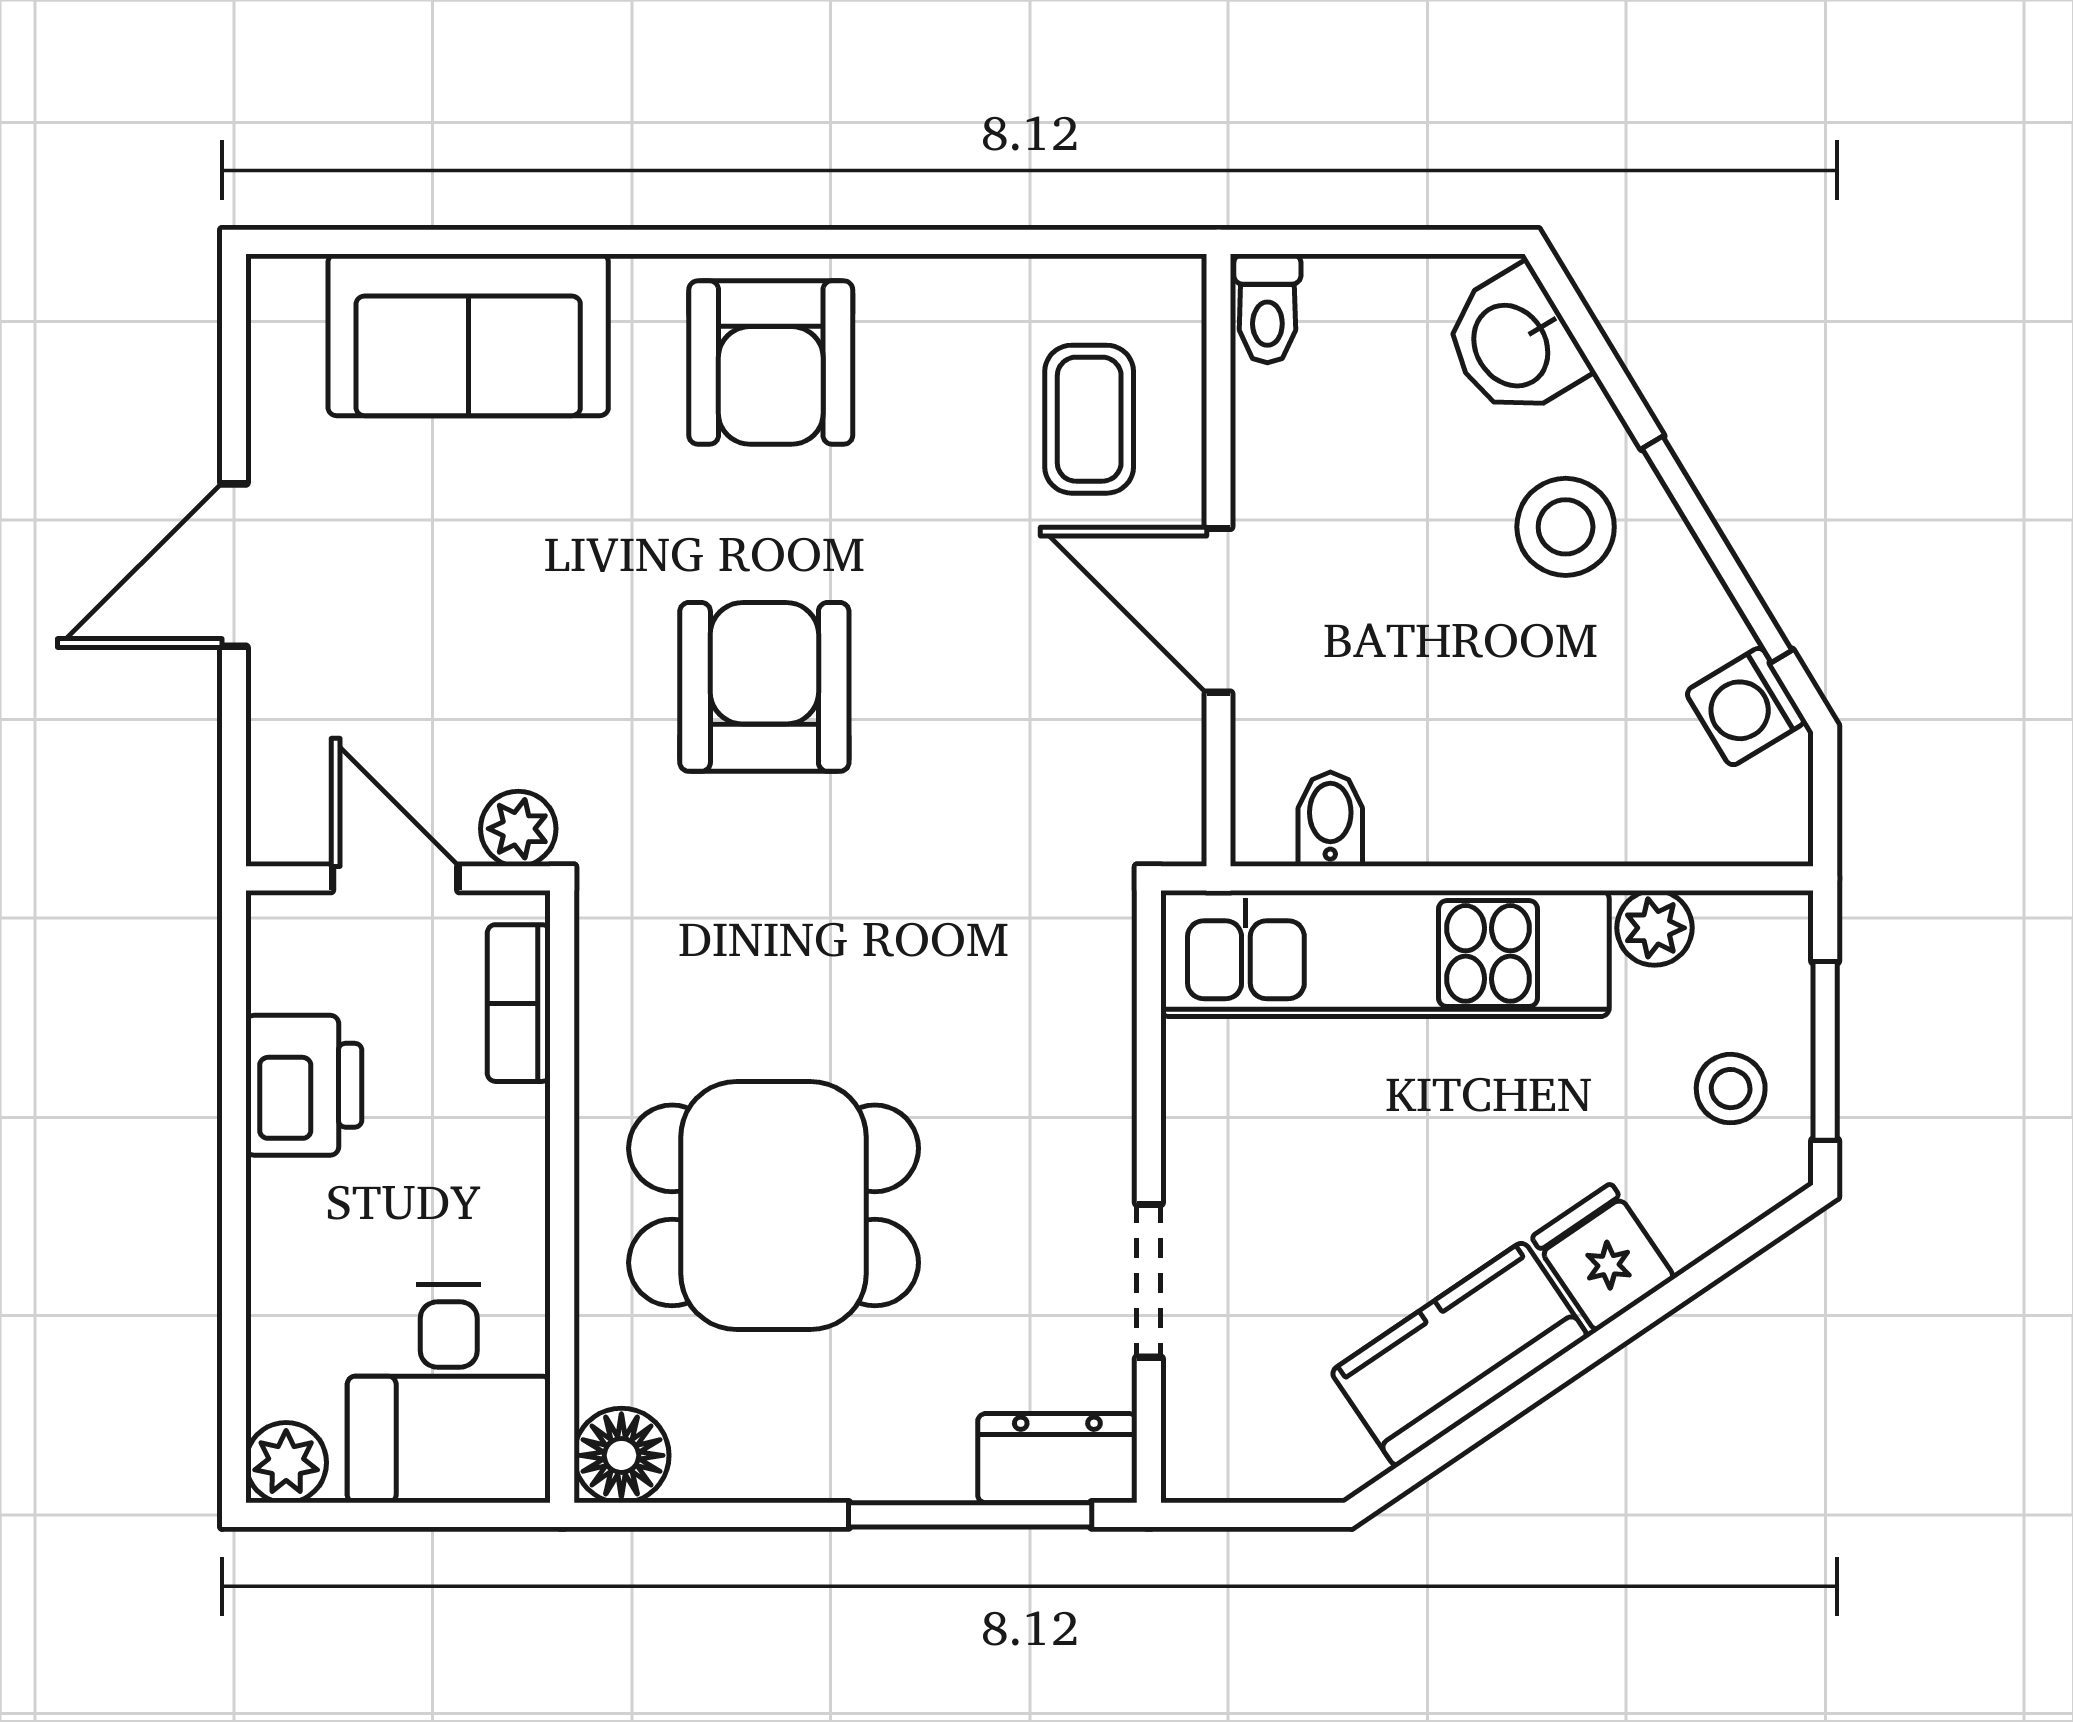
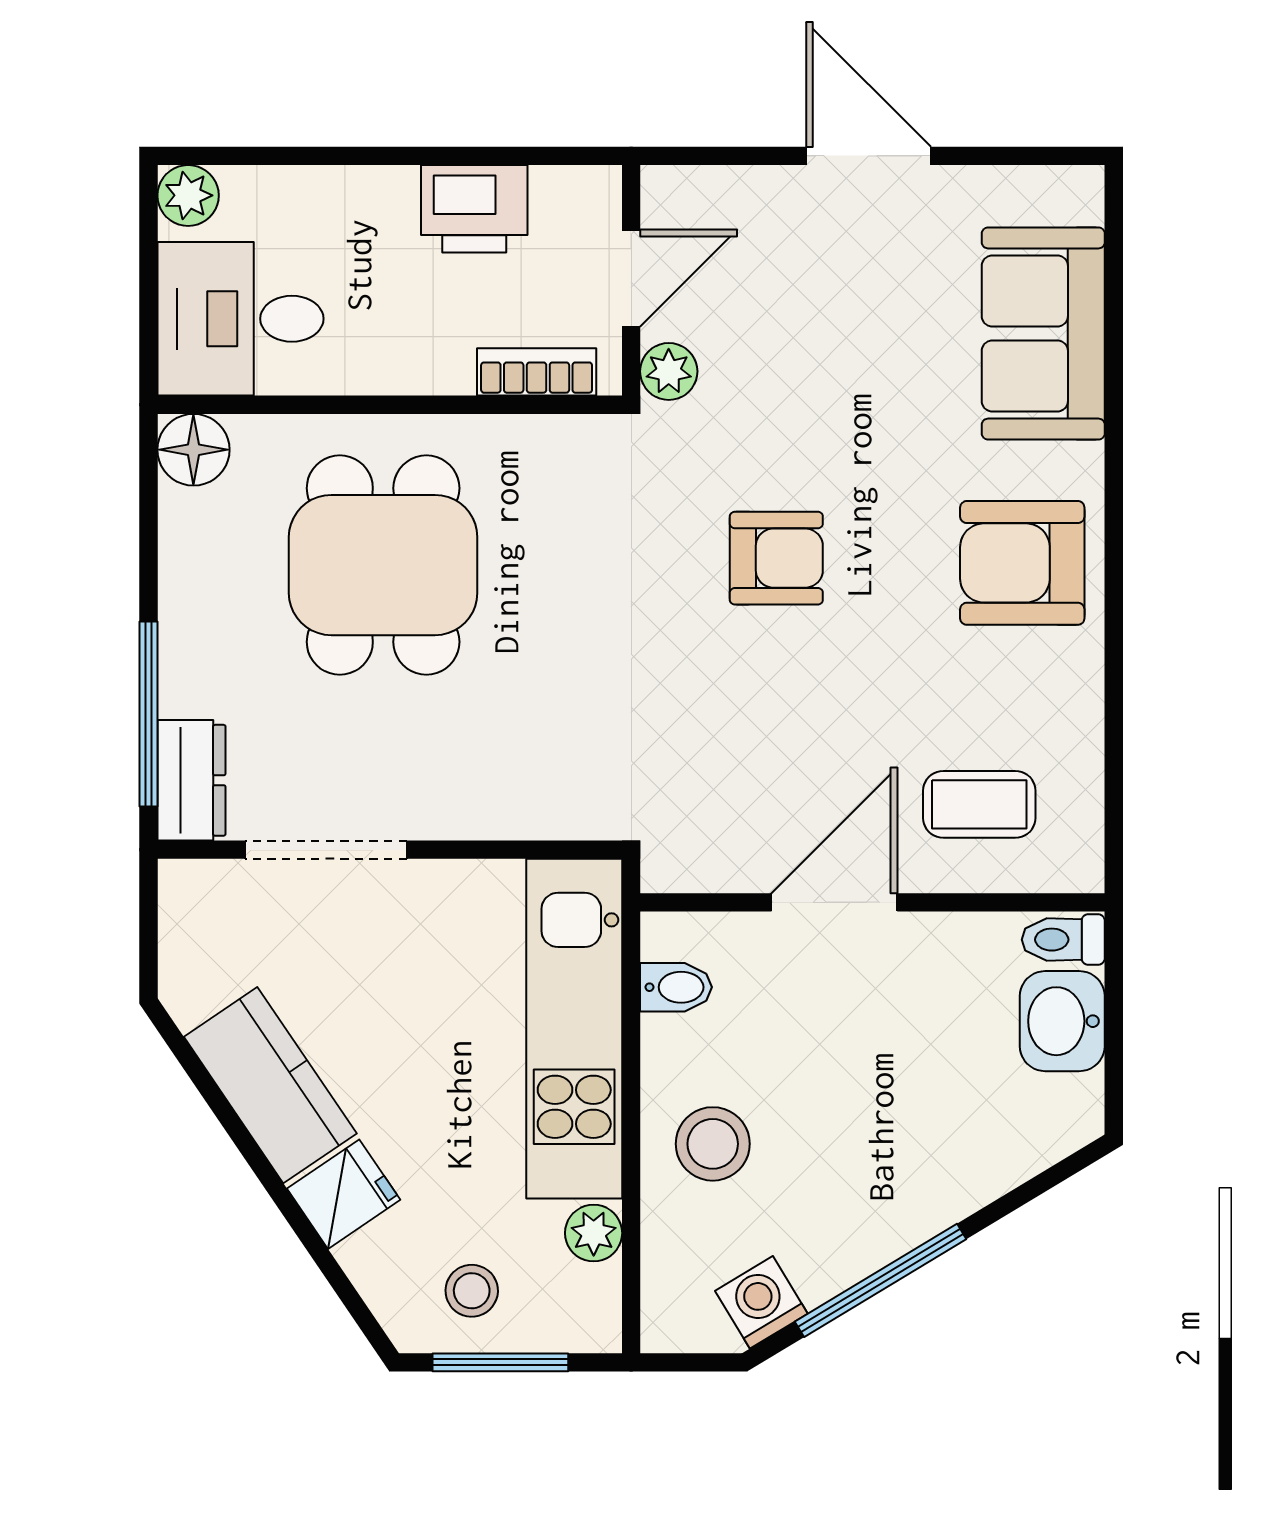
washbasin: (1514, 344) -> (1062, 1021), moved, turned -59
stool: (1566, 527) -> (713, 1144), moved
armchair: (764, 687) -> (776, 558), width x0.72, depth x0.72
doorway: (1149, 1281) -> (326, 850), width x1.38

